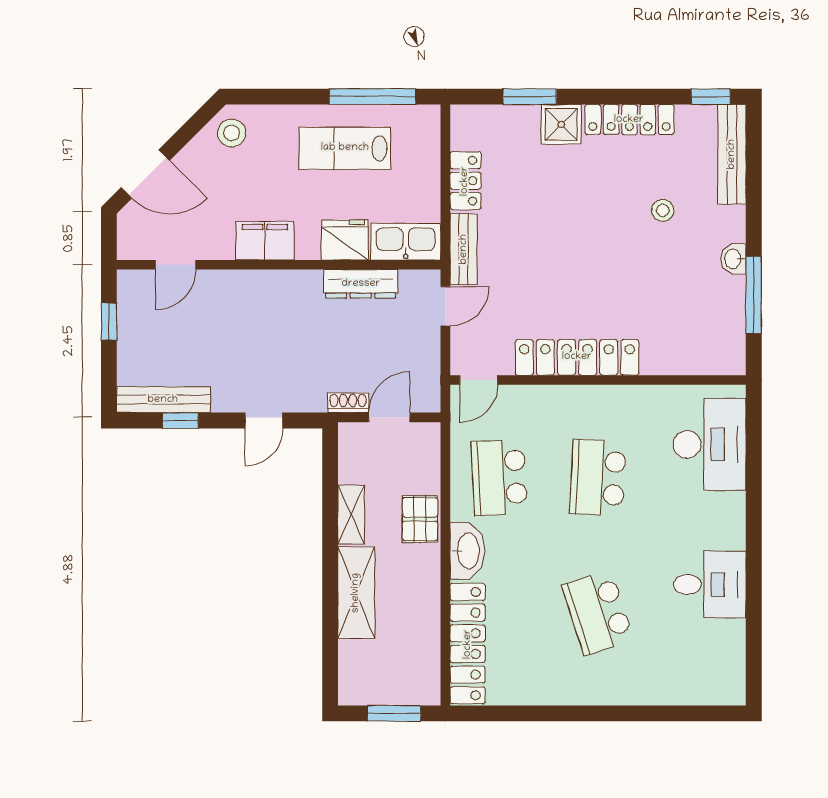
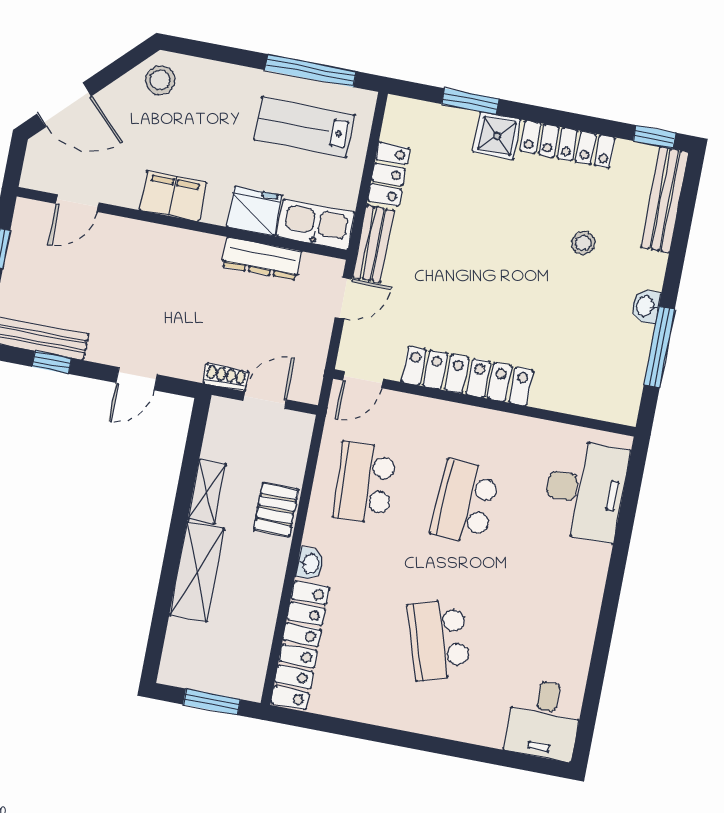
lab bench: (345, 148) -> (304, 127), moved
washbasin: (467, 551) -> (310, 564), width x0.52, depth x0.69
desk: (710, 584) -> (544, 719), moved, turned 90

